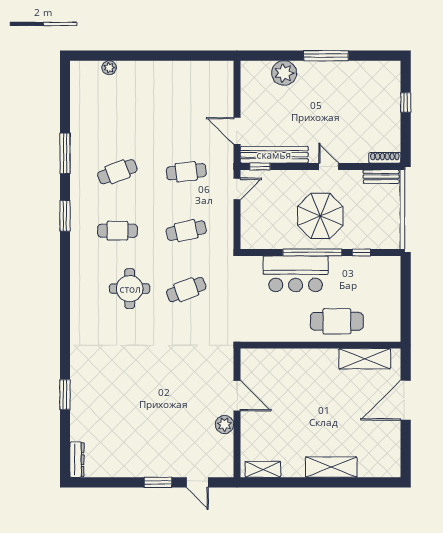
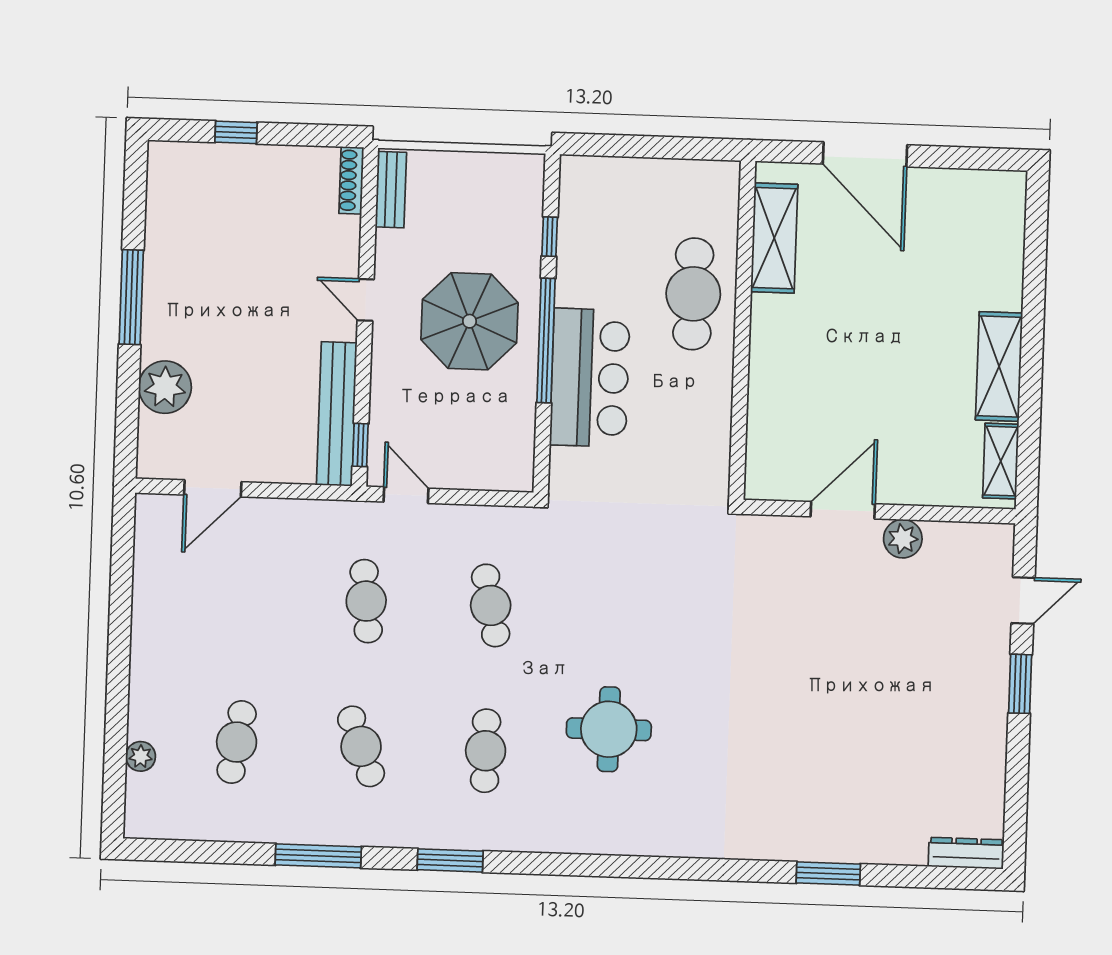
door: (237, 131) -> (213, 488), moved
door: (329, 166) -> (366, 300), hinge flipped
cafe table: (186, 290) -> (237, 742), moved, turned 30
shelving: (331, 467) -> (999, 367), moved

